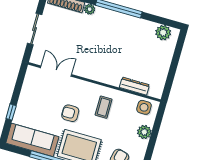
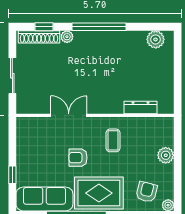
double door: (56, 71) -> (69, 115), moved
side table: (144, 107) -> (158, 128), removed

